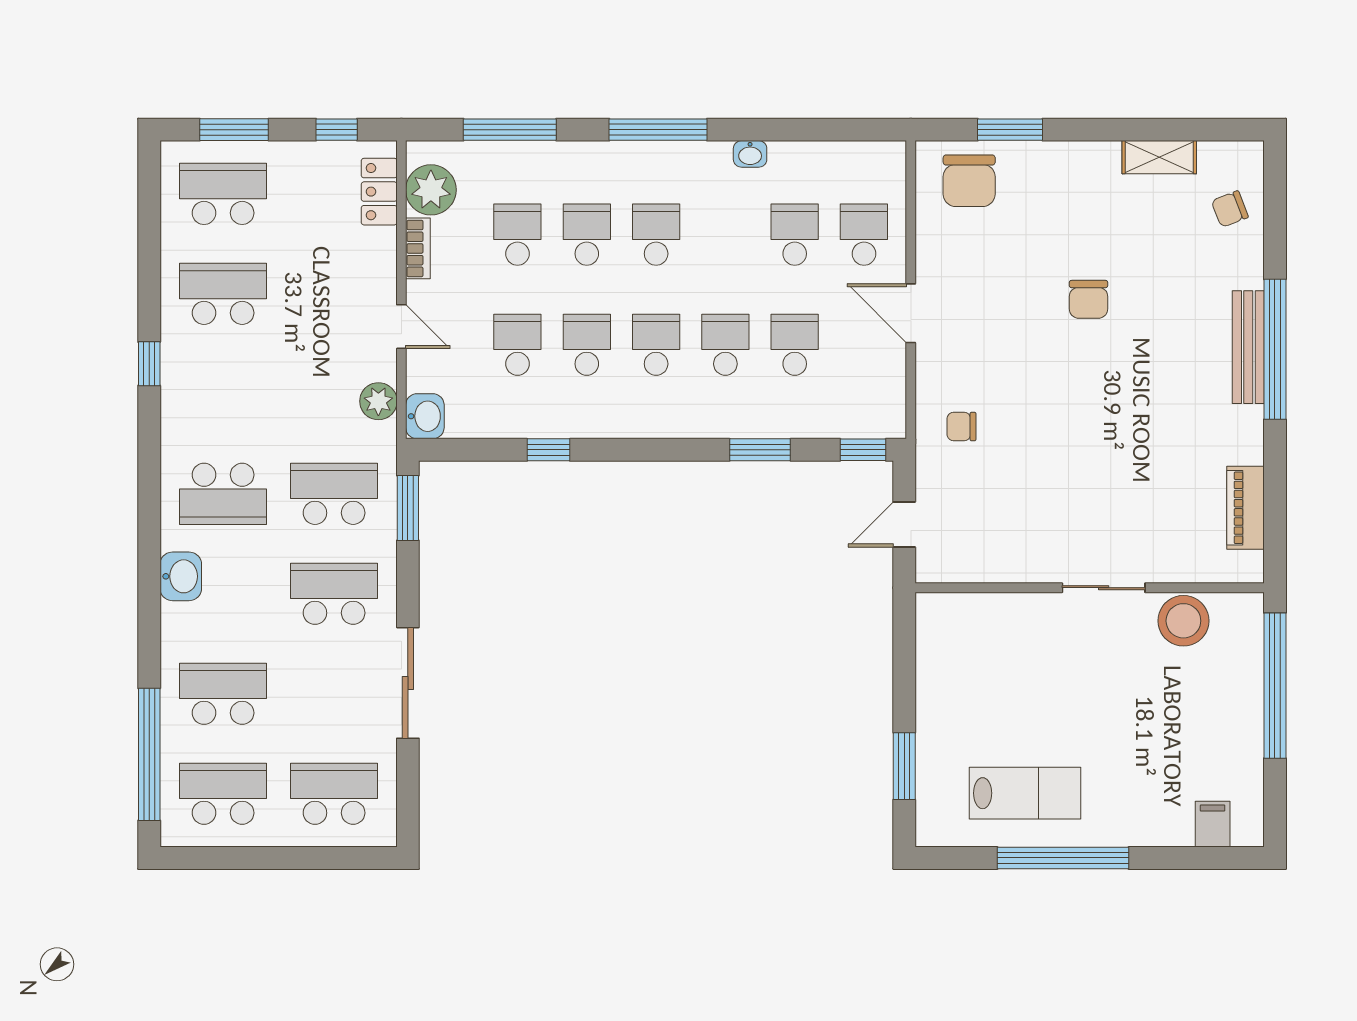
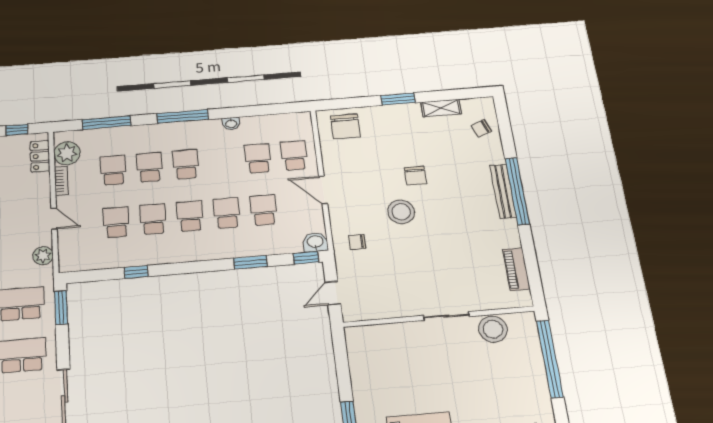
window: (1010, 130) -> (398, 99), moved
stool: (1051, 372) -> (401, 212), added
washbasin: (425, 416) -> (315, 242), moved, turned -90

